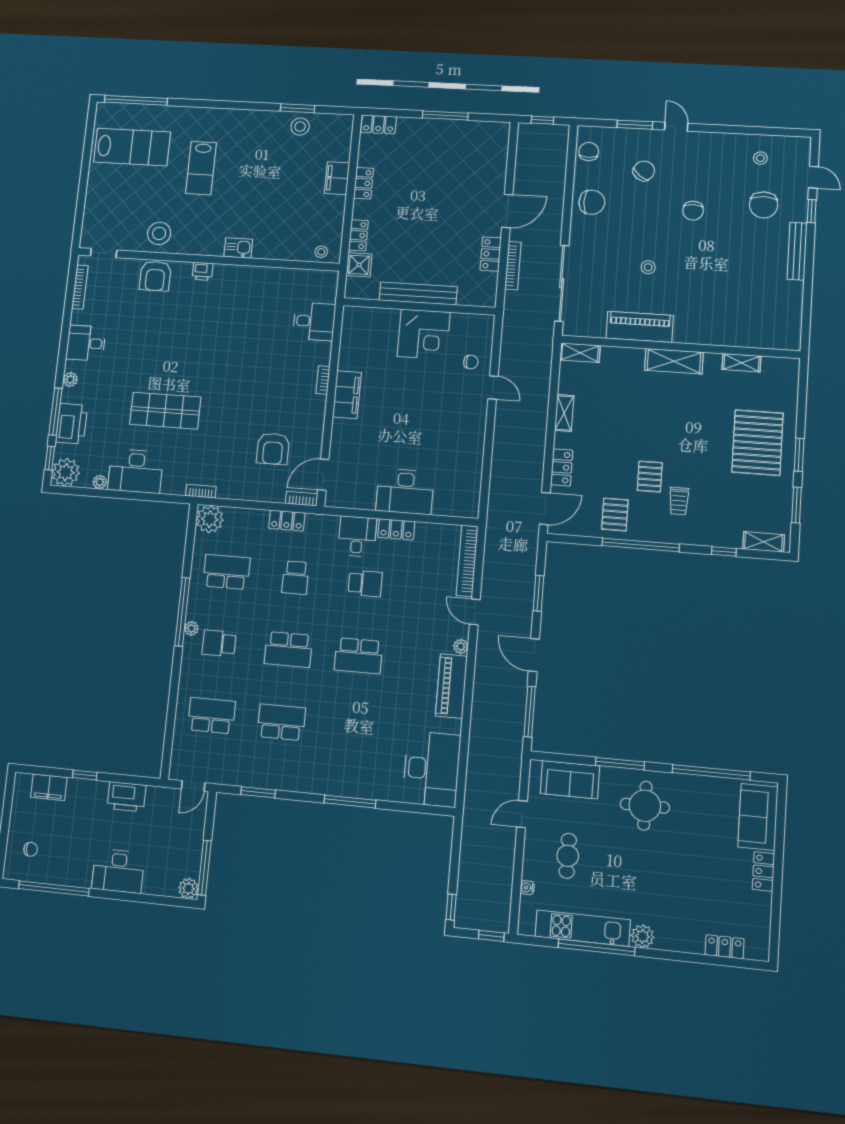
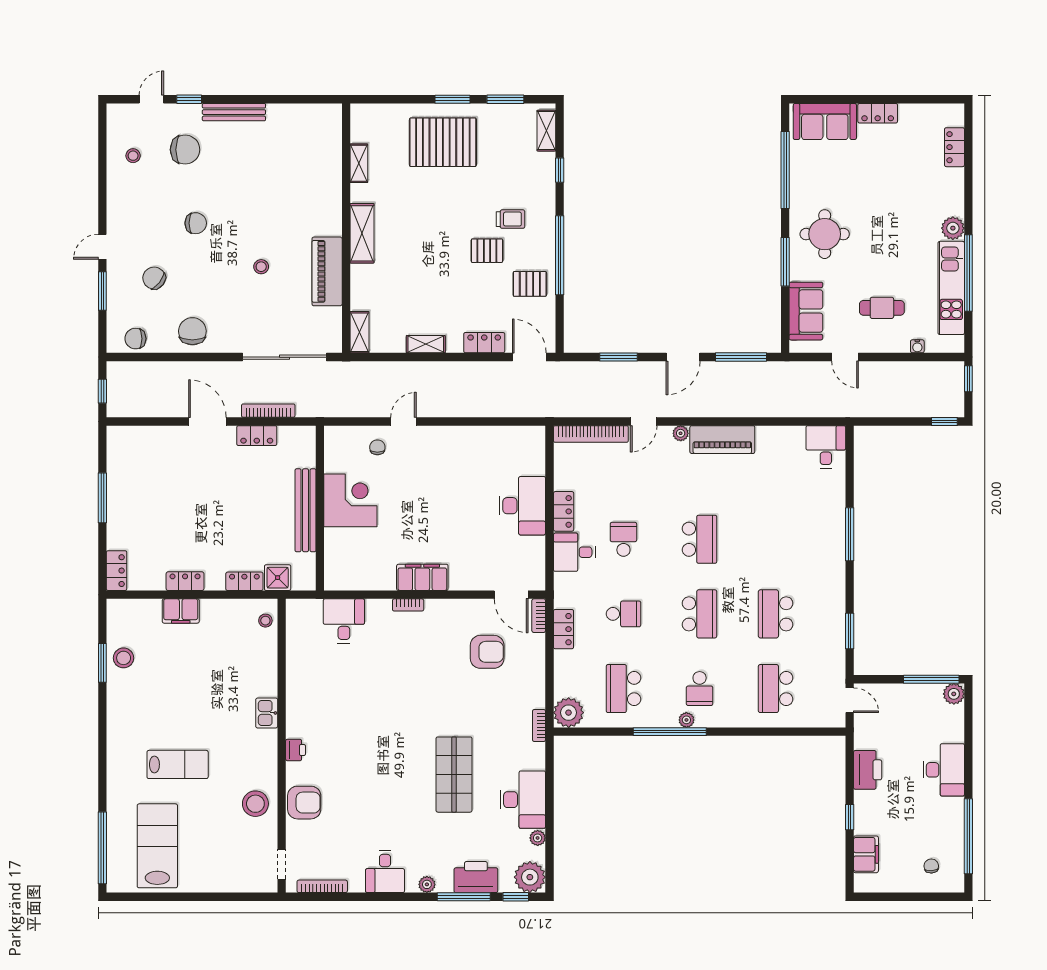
desk: (431, 769) -> (826, 447), width x0.53, depth x0.77

